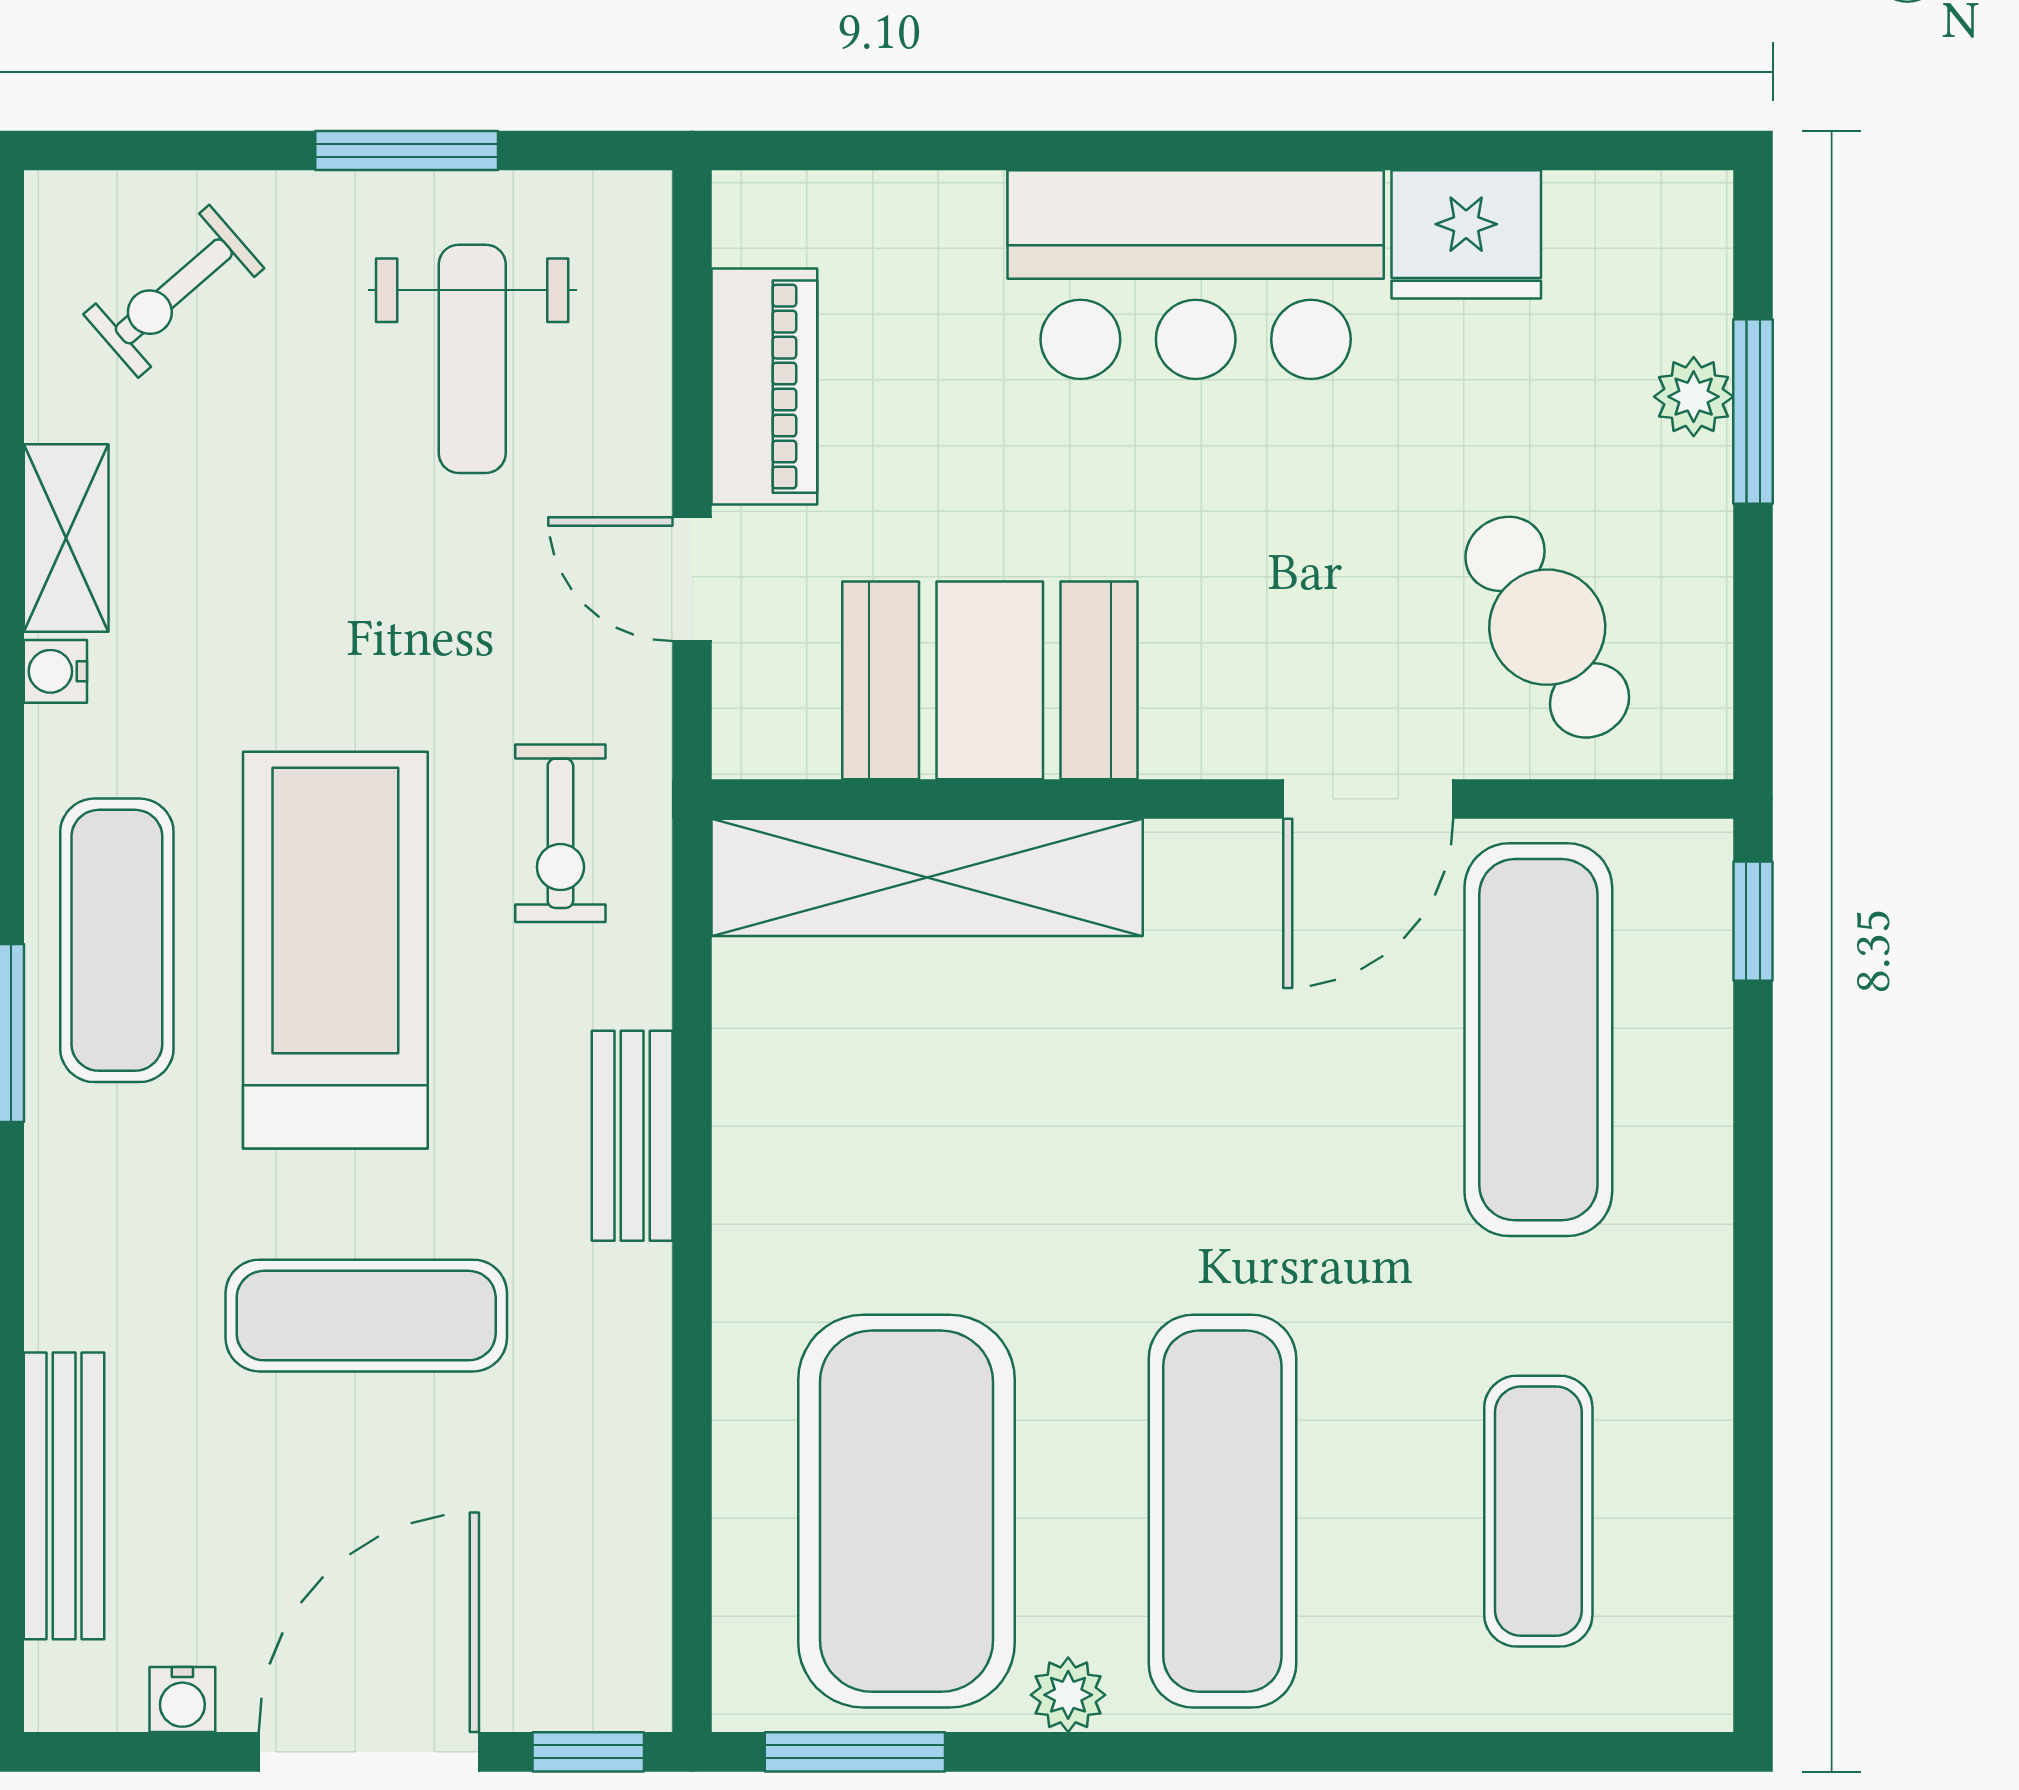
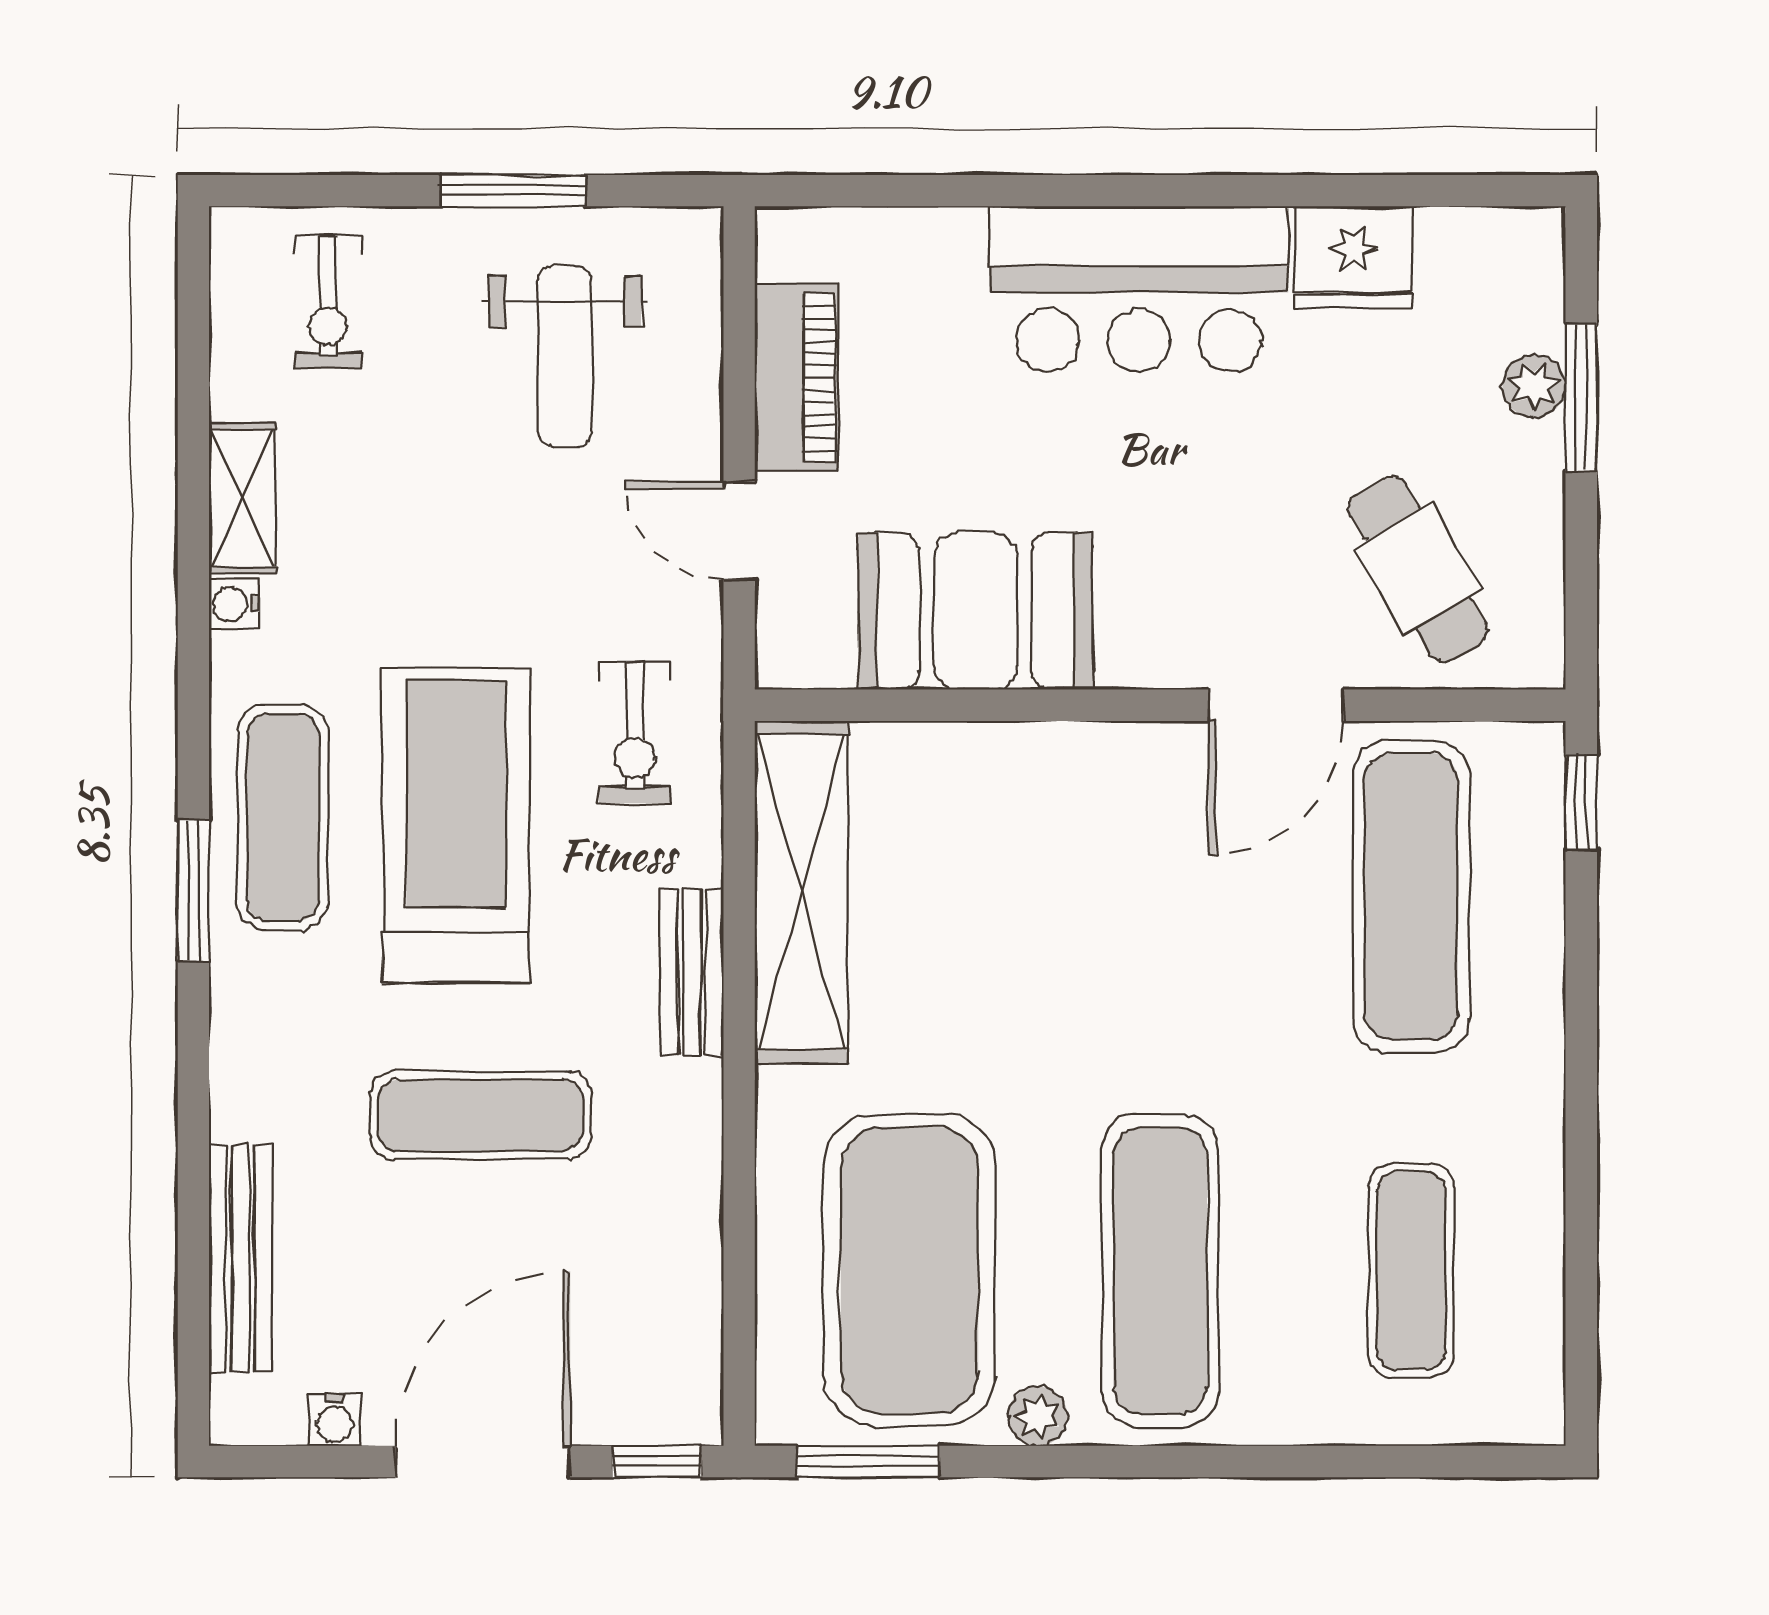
exercise bike: (174, 291) -> (328, 302), turned -49
shelving: (927, 877) -> (801, 892), moved, turned 90

